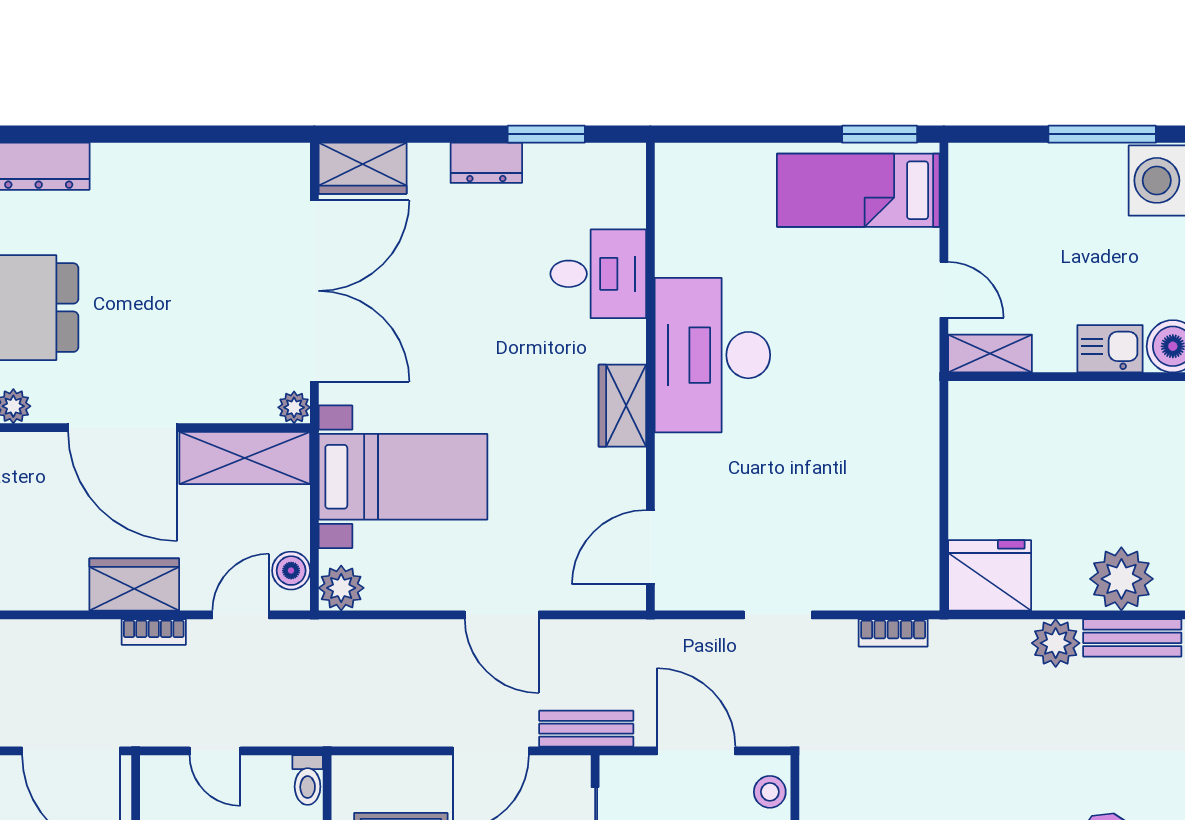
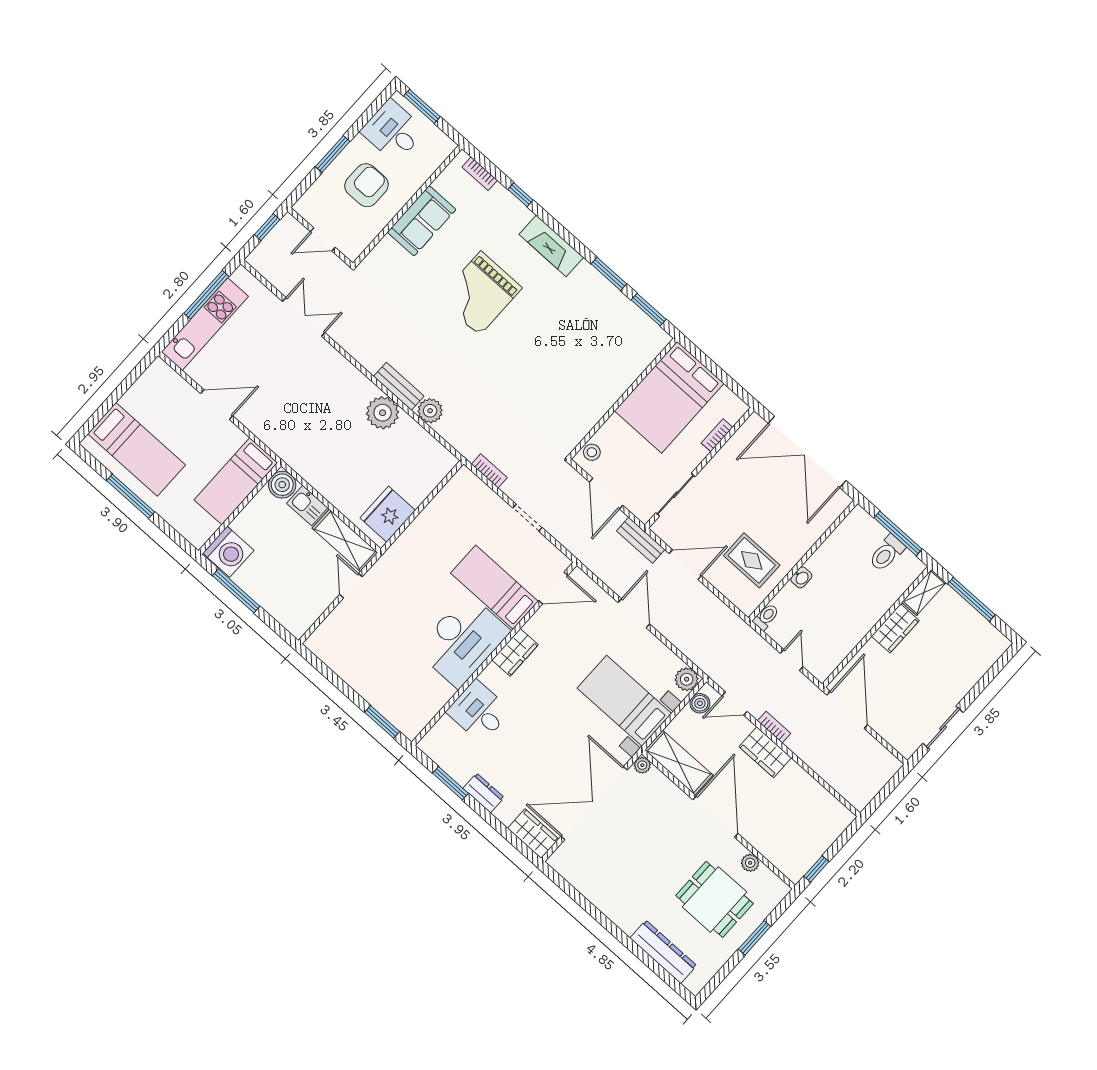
window: (880, 134) -> (382, 722), moved
bed: (858, 190) -> (494, 587), moved, turned 180
shelving: (990, 354) -> (345, 540), width x1.50, depth x1.33
fridge: (990, 575) -> (388, 514), moved, turned 90

